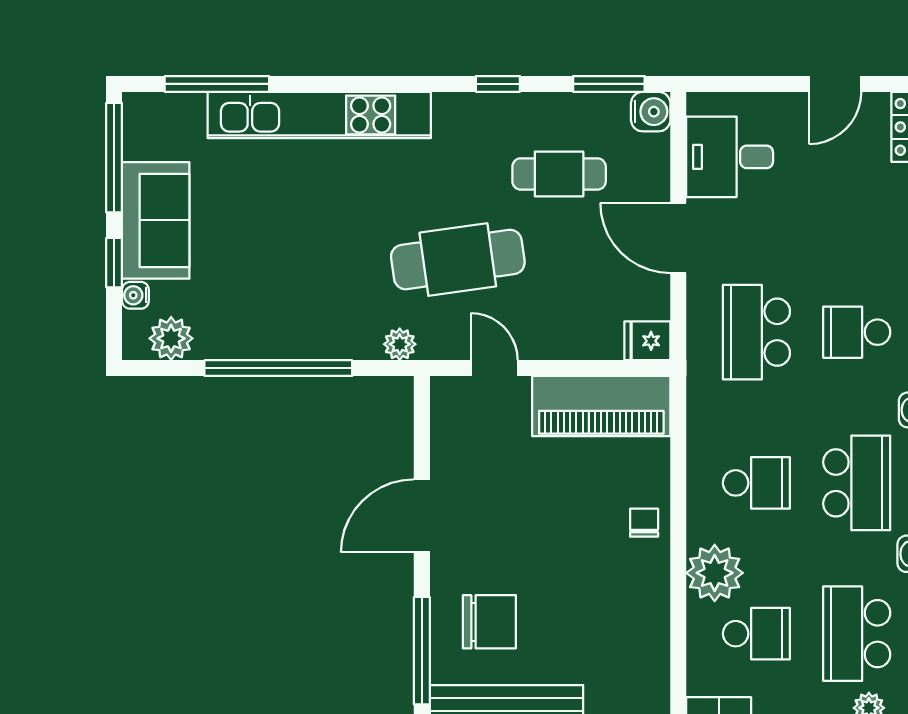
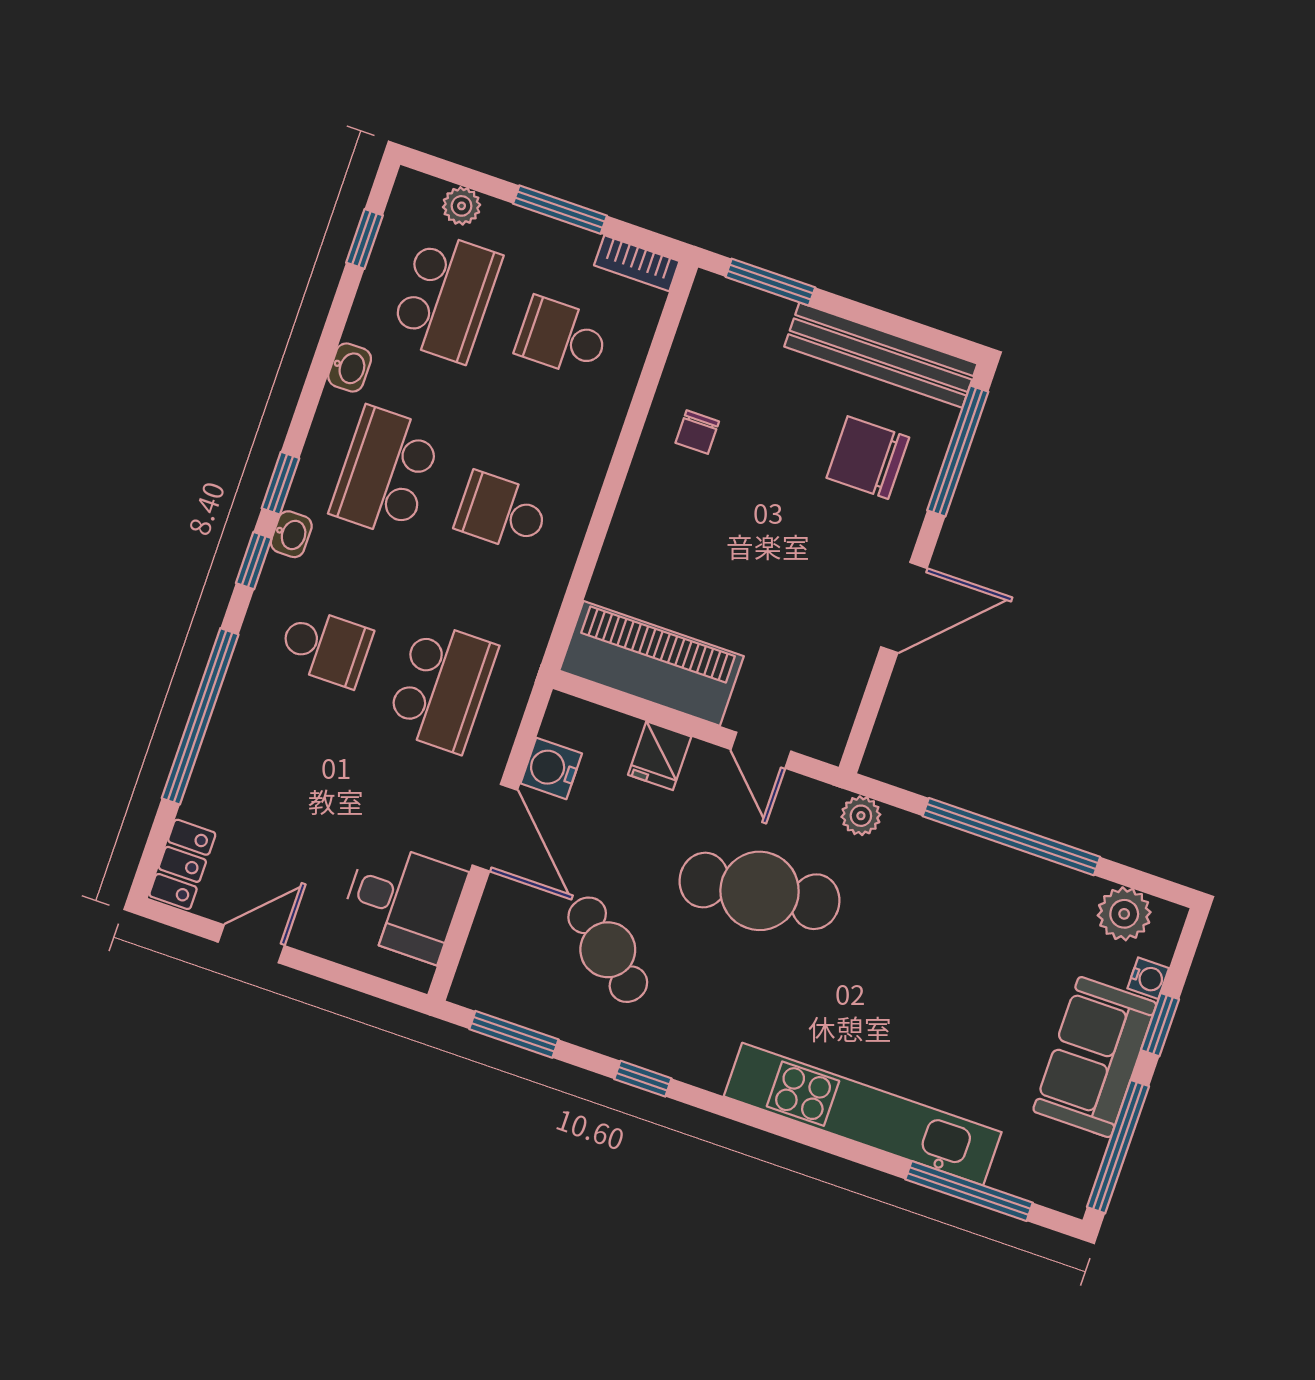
water cooler: (651, 112) -> (551, 768), moved
cafe table: (559, 174) -> (608, 950), turned 40
fridge: (647, 341) -> (660, 756), moved, turned 90
chair: (644, 523) -> (697, 432), moved
plant: (715, 573) -> (587, 424), removed

